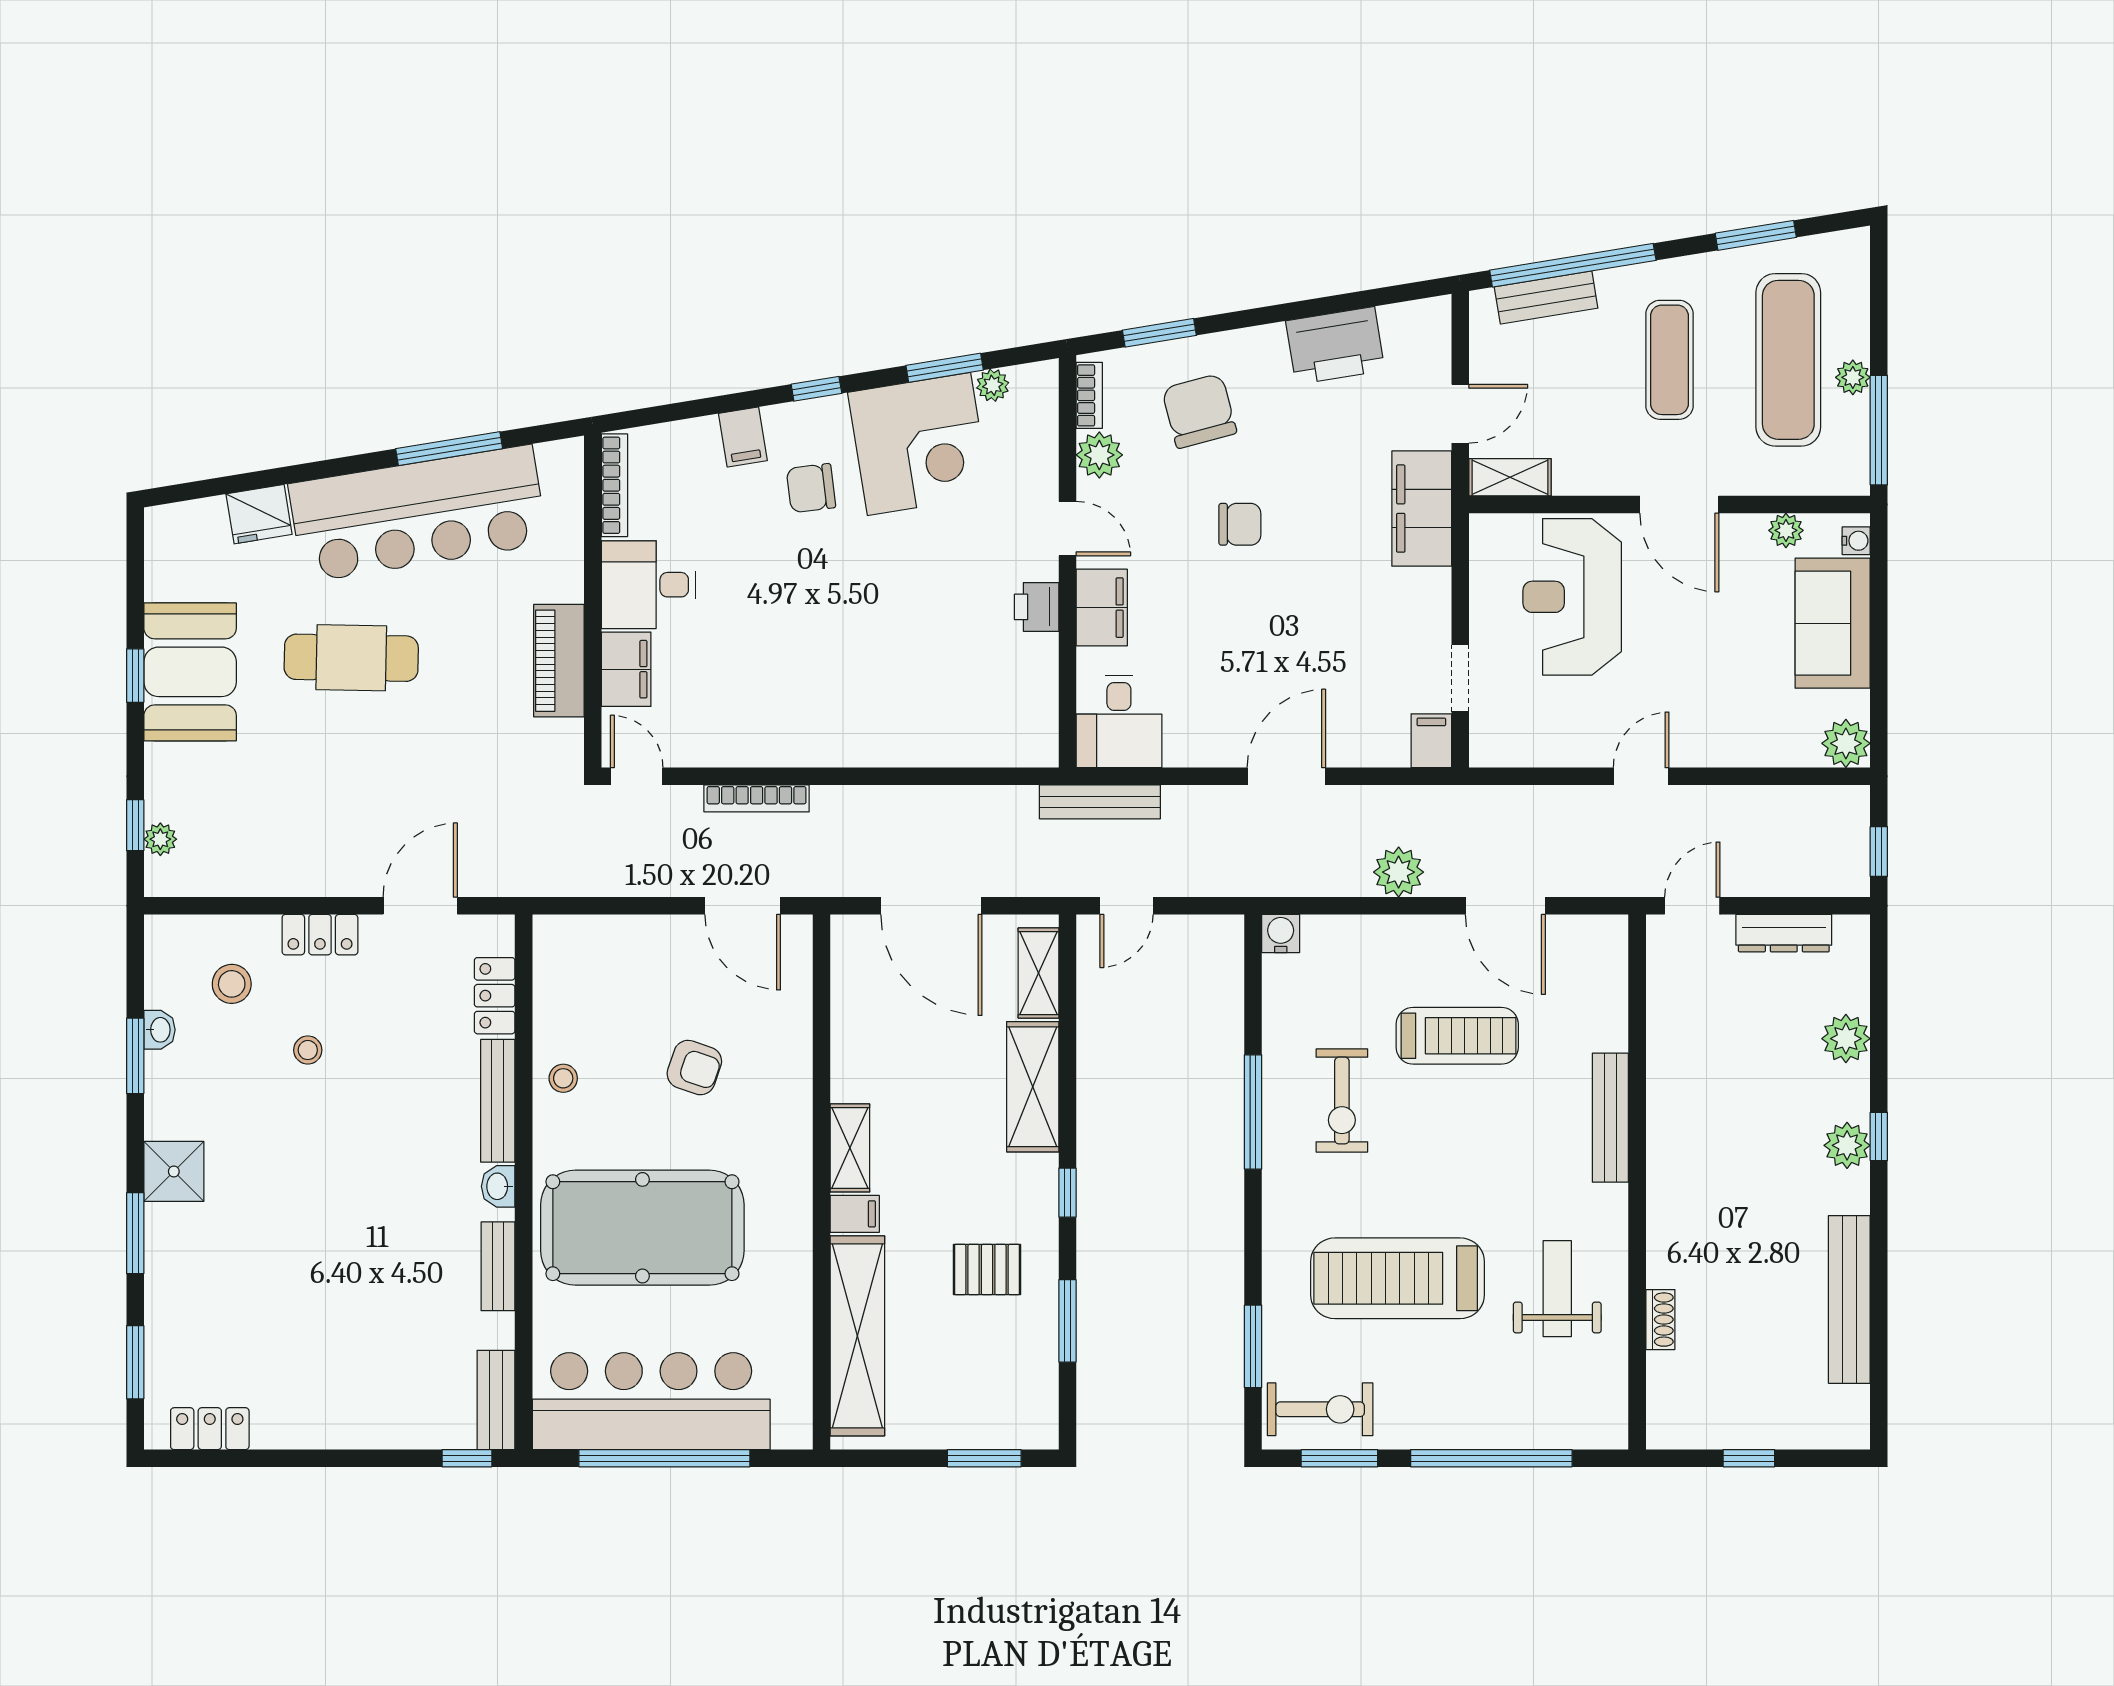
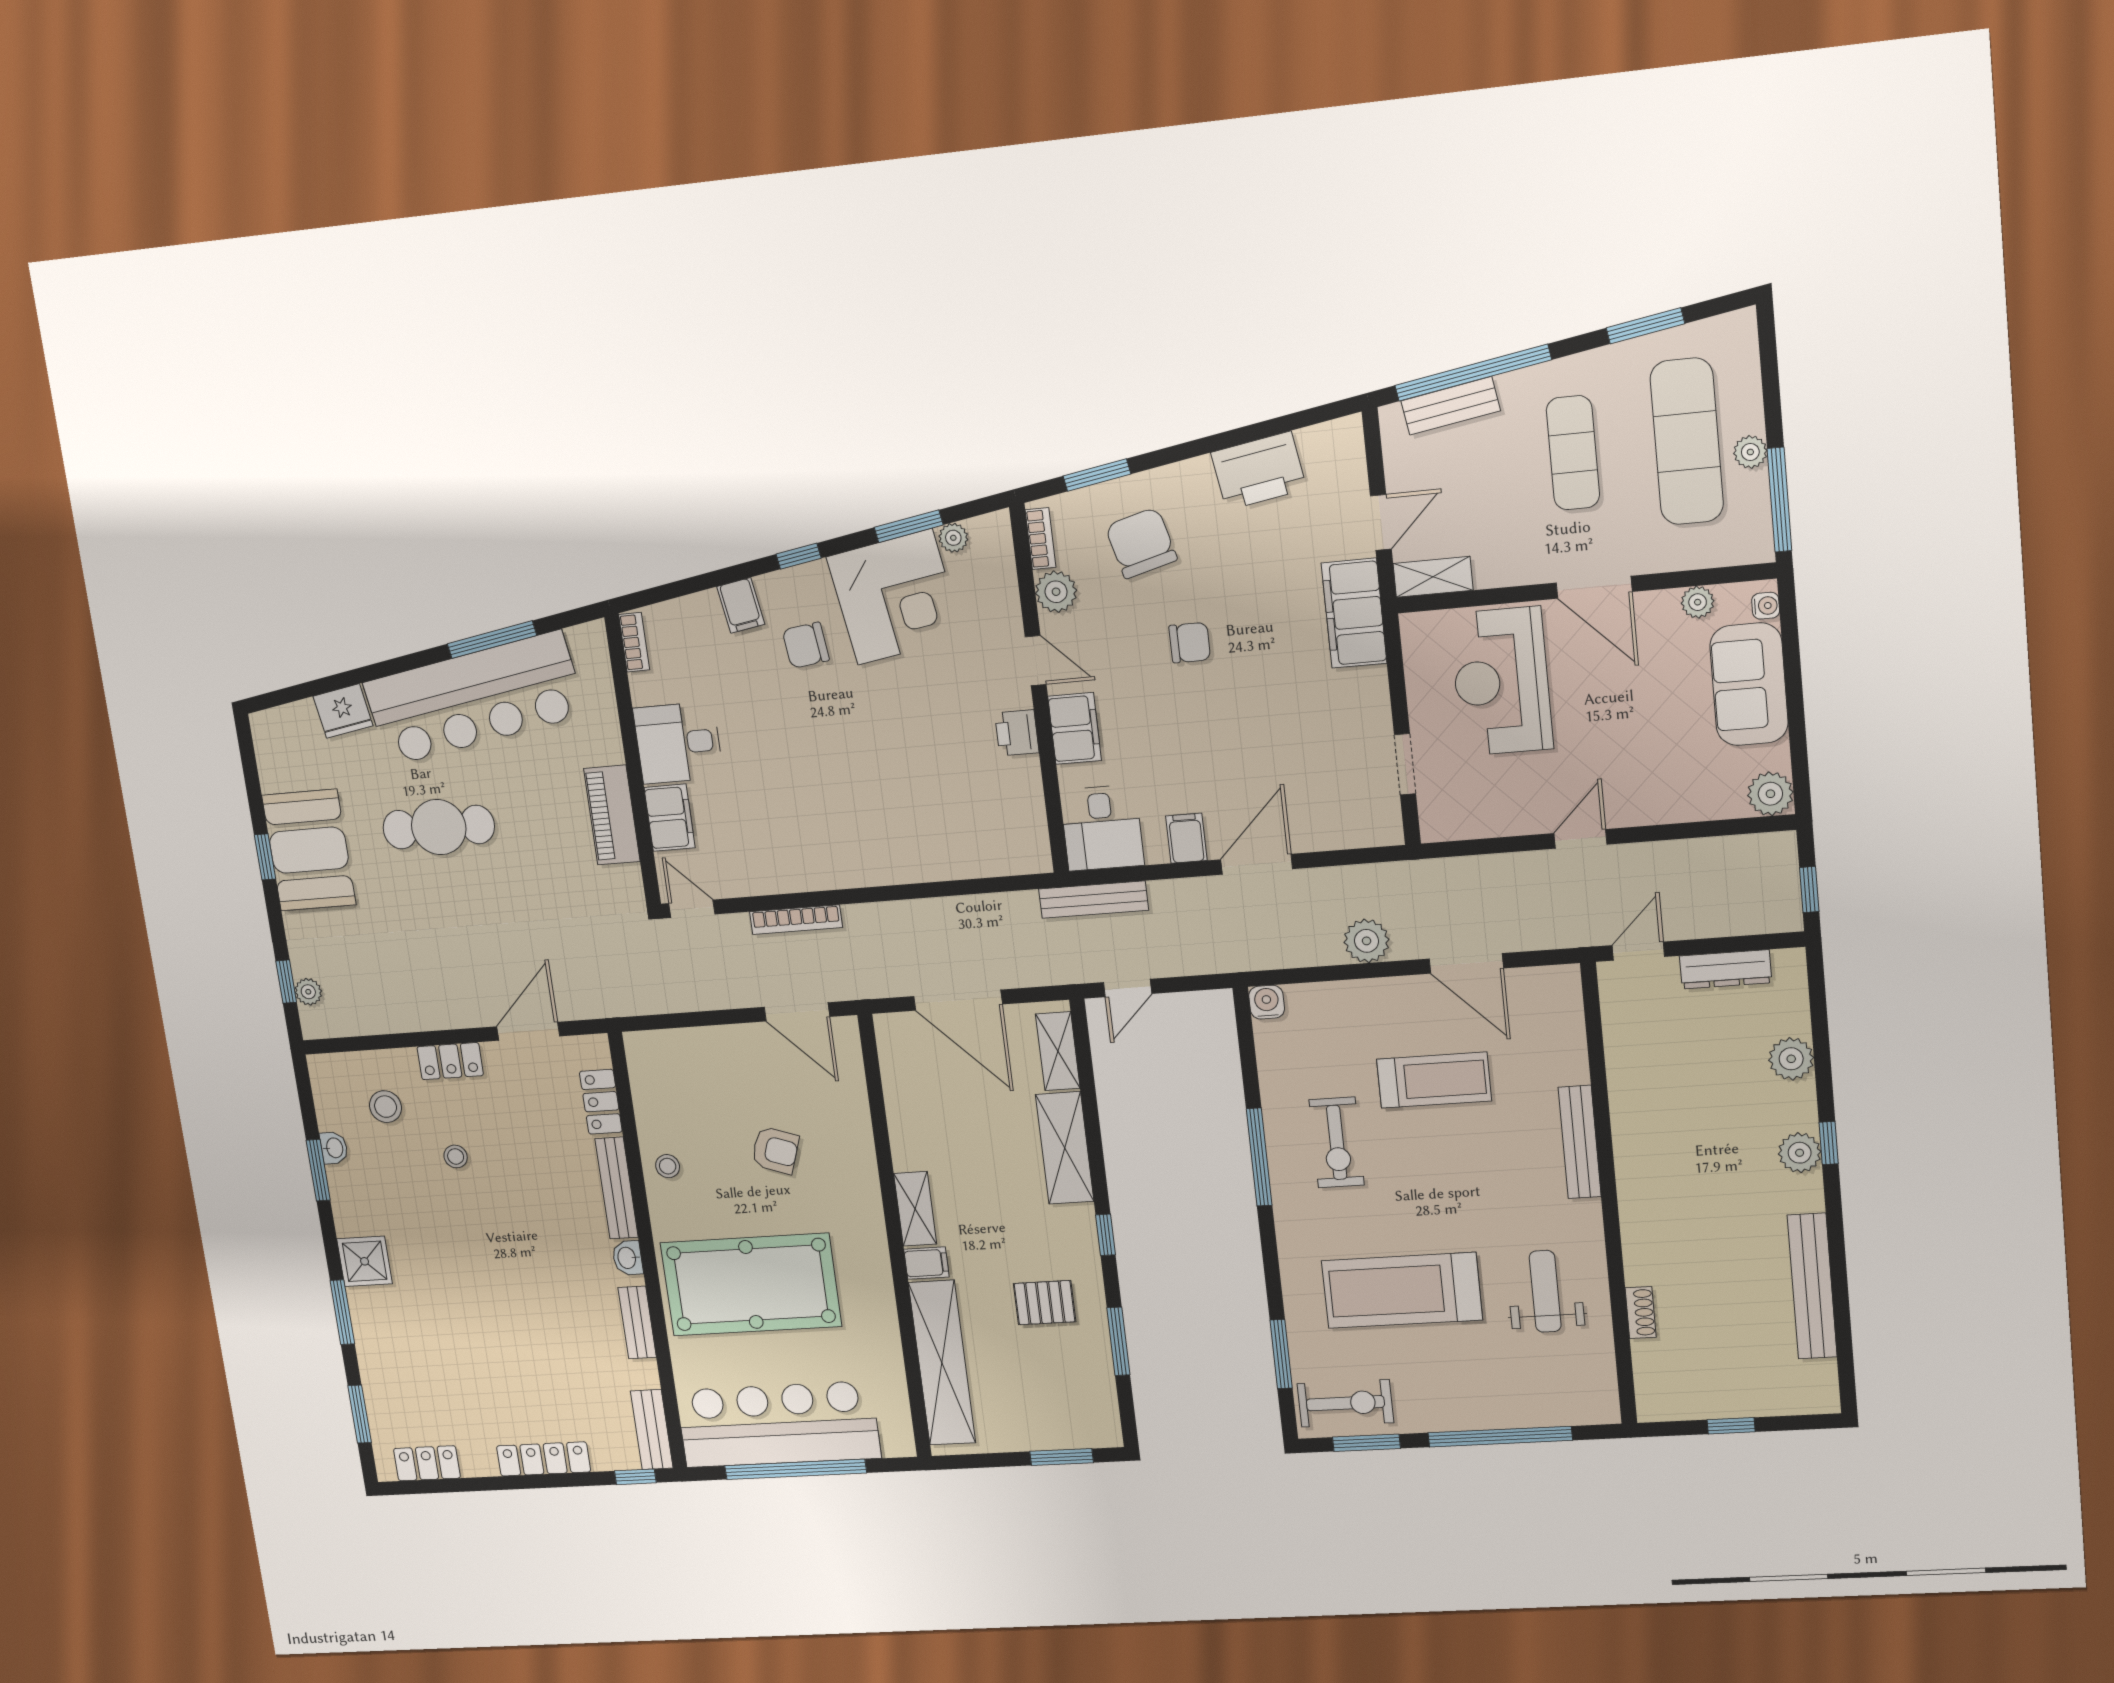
bookcase: (614, 485) -> (634, 642), width x0.64
filing cabinet: (1431, 741) -> (1186, 838), moved
locker: (357, 1430) -> (544, 1459), added

